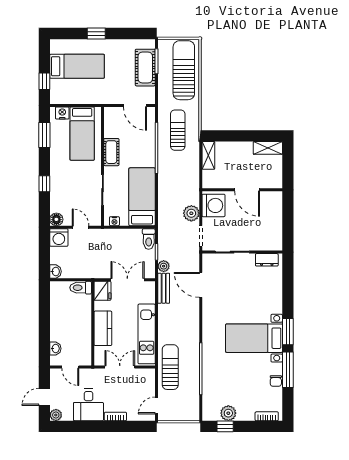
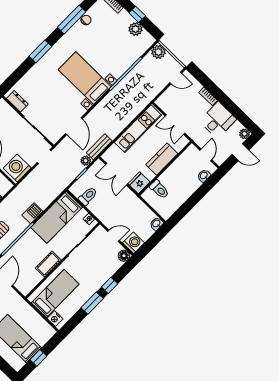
window: (44, 81) -> (38, 358), moved
window: (44, 135) -> (92, 303), moved
barbecue: (165, 181) -> (32, 213), added
plant: (191, 213) -> (158, 52), moved
door: (81, 227) -> (114, 236), swing flipped
toilet: (149, 239) -> (88, 196), moved
toilet: (81, 288) -> (159, 189), moved
window: (288, 332) -> (40, 51), moved
bed with nightstands: (254, 338) -> (85, 78), moved, turned 180
sun lounger: (170, 367) -> (144, 93), removed
window: (225, 426) -> (137, 14), moved

